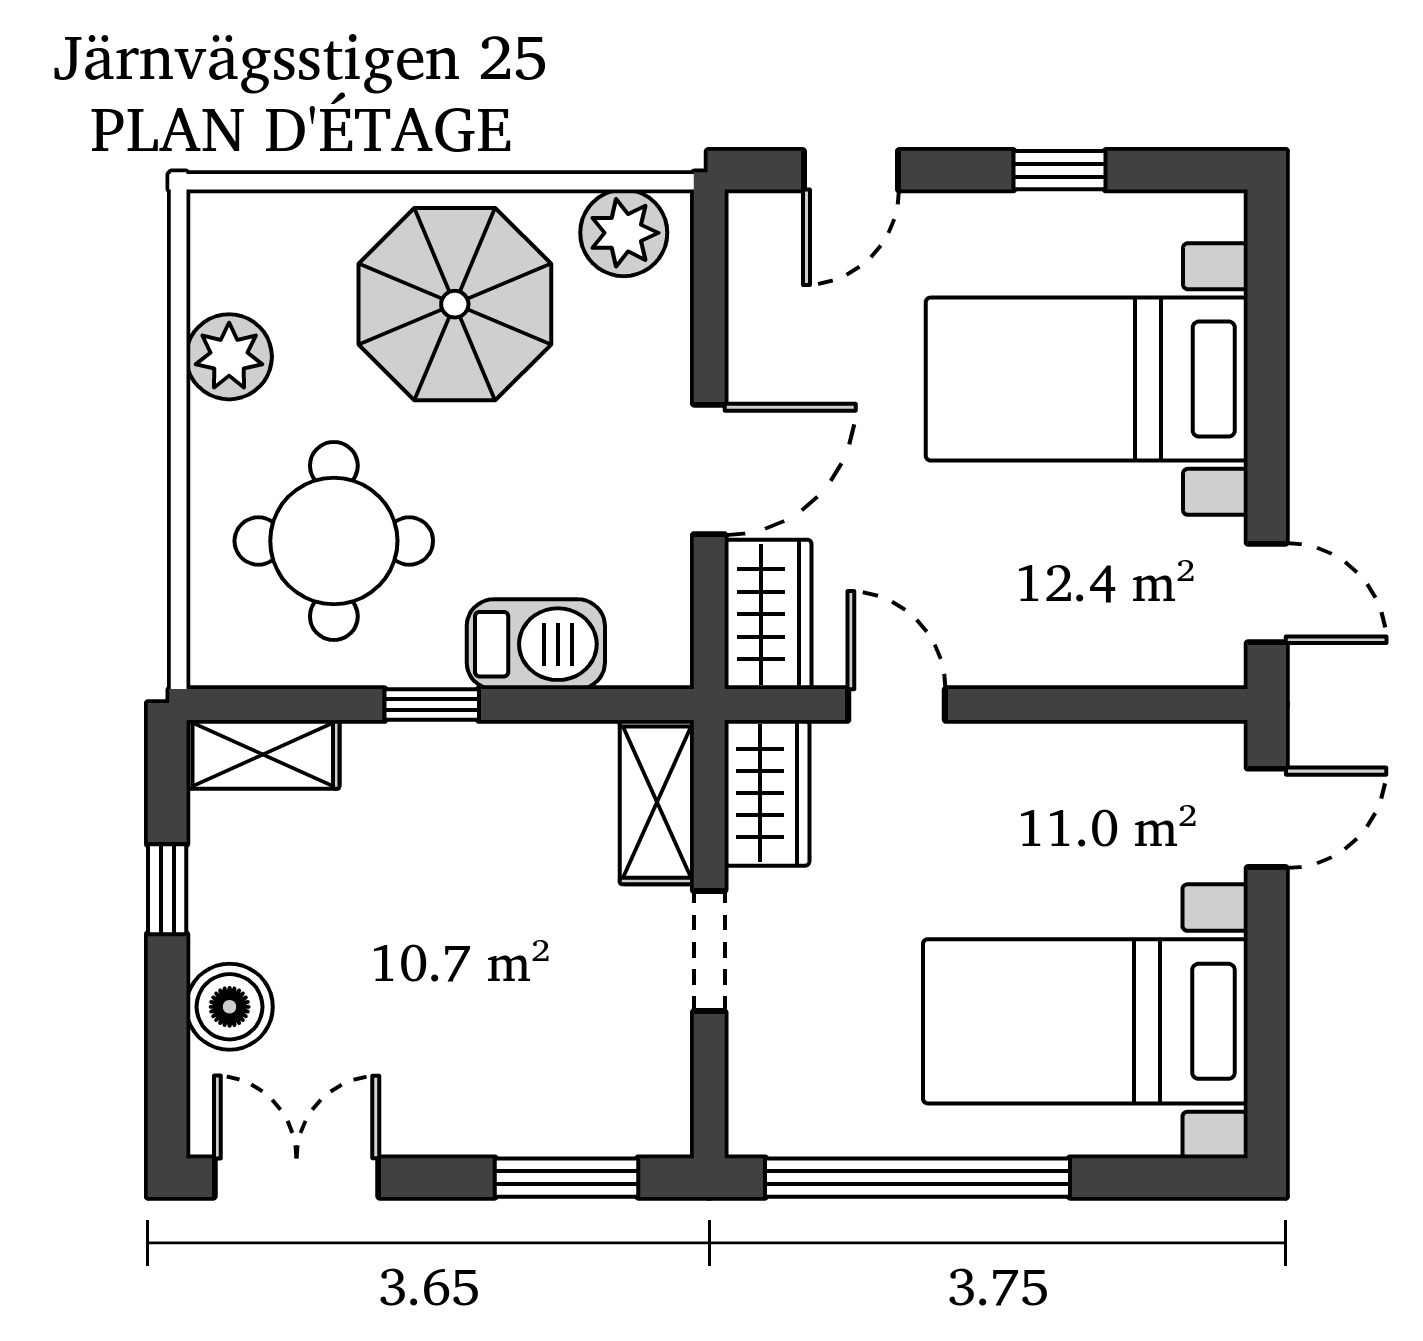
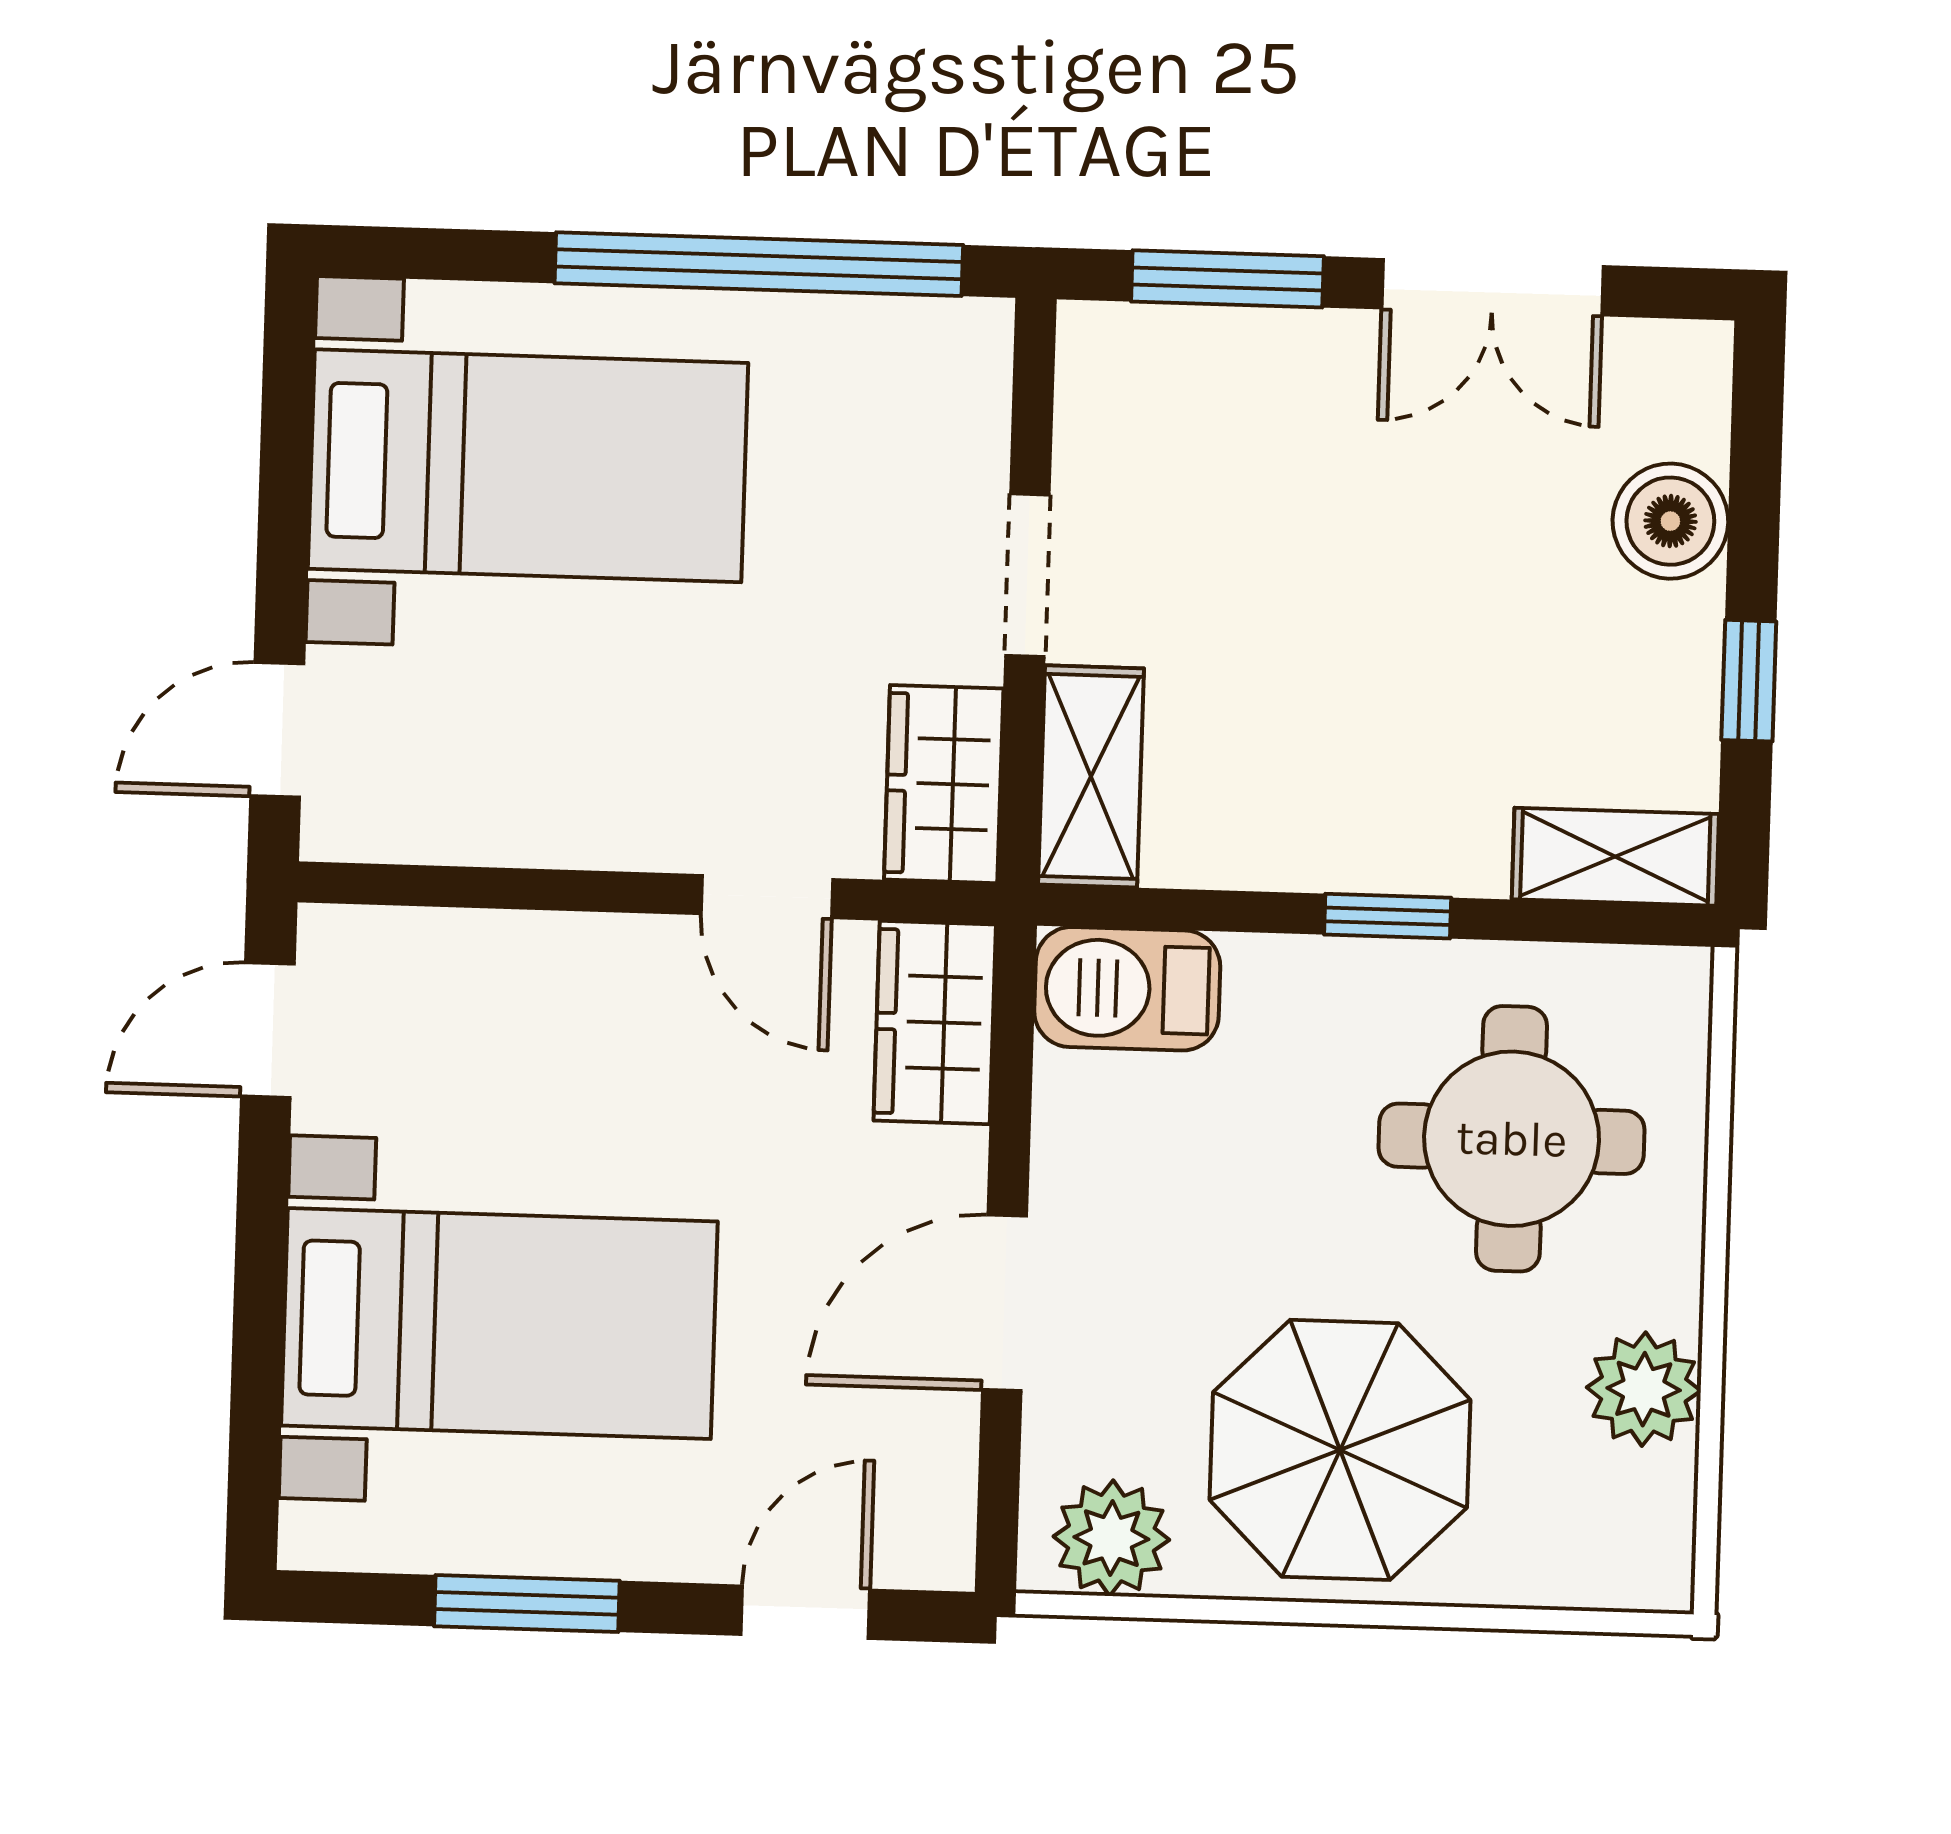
window: (1059, 170) -> (527, 1604), width x1.50
door: (709, 469) -> (1005, 1303), moved
door: (1267, 593) -> (268, 1030), hinge flipped
barbecue: (536, 644) -> (1127, 989), moved
double door: (297, 1178) -> (1492, 287), moved

